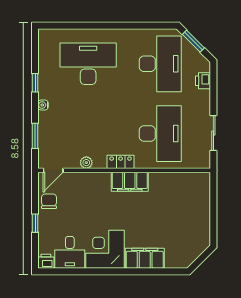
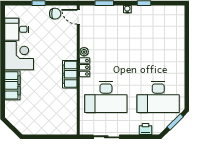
desk: (88, 64) -> (158, 43), removed
plant: (86, 163) -> (84, 52), moved
printer: (46, 261) -> (10, 11), removed

